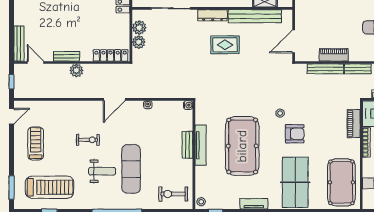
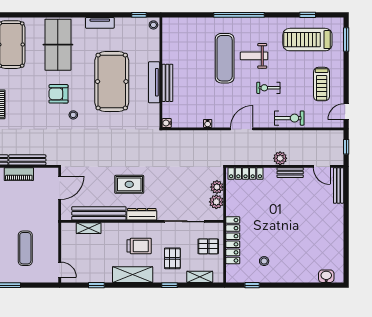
bench: (187, 145) -> (167, 83), width x1.36
exercise bike: (173, 194) -> (289, 118), moved

